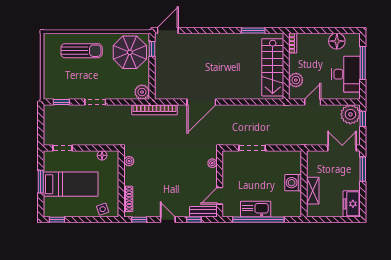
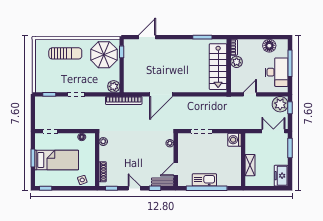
door: (168, 30) -> (147, 37), moved
plant: (296, 80) -> (237, 62), moved
washing machine: (293, 183) -> (234, 140), moved

